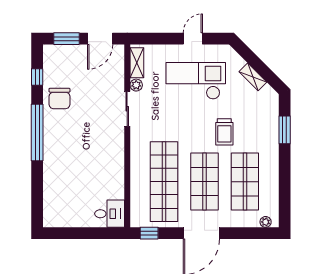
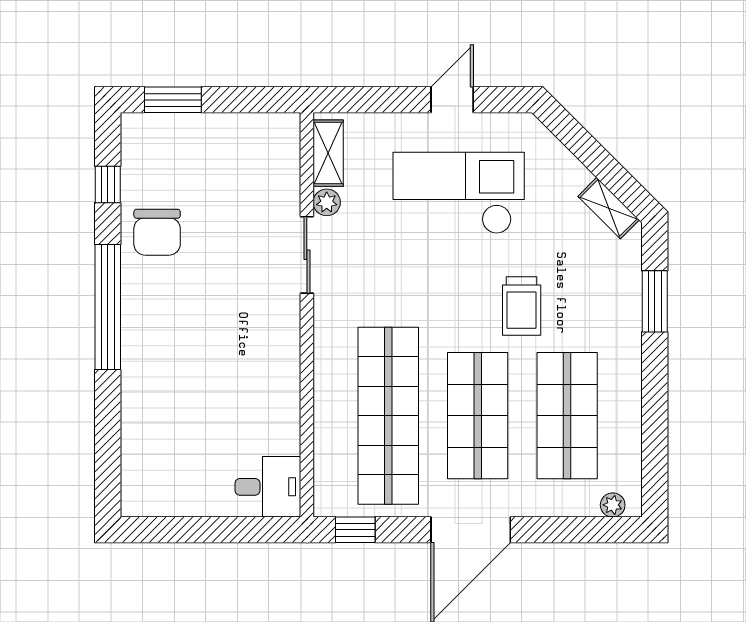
door: (100, 39) -> (247, 100), removed
shelving: (253, 77) -> (609, 208), moved

